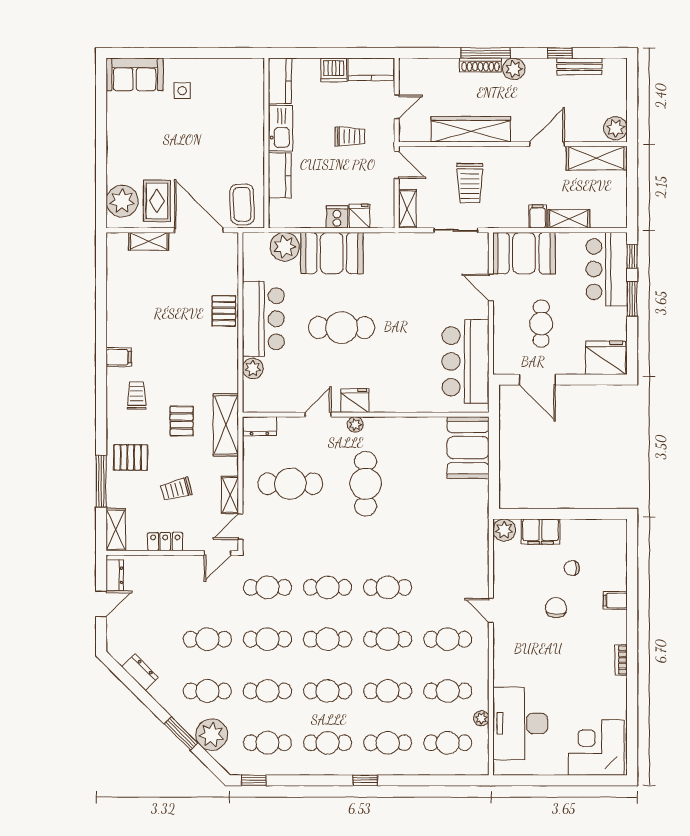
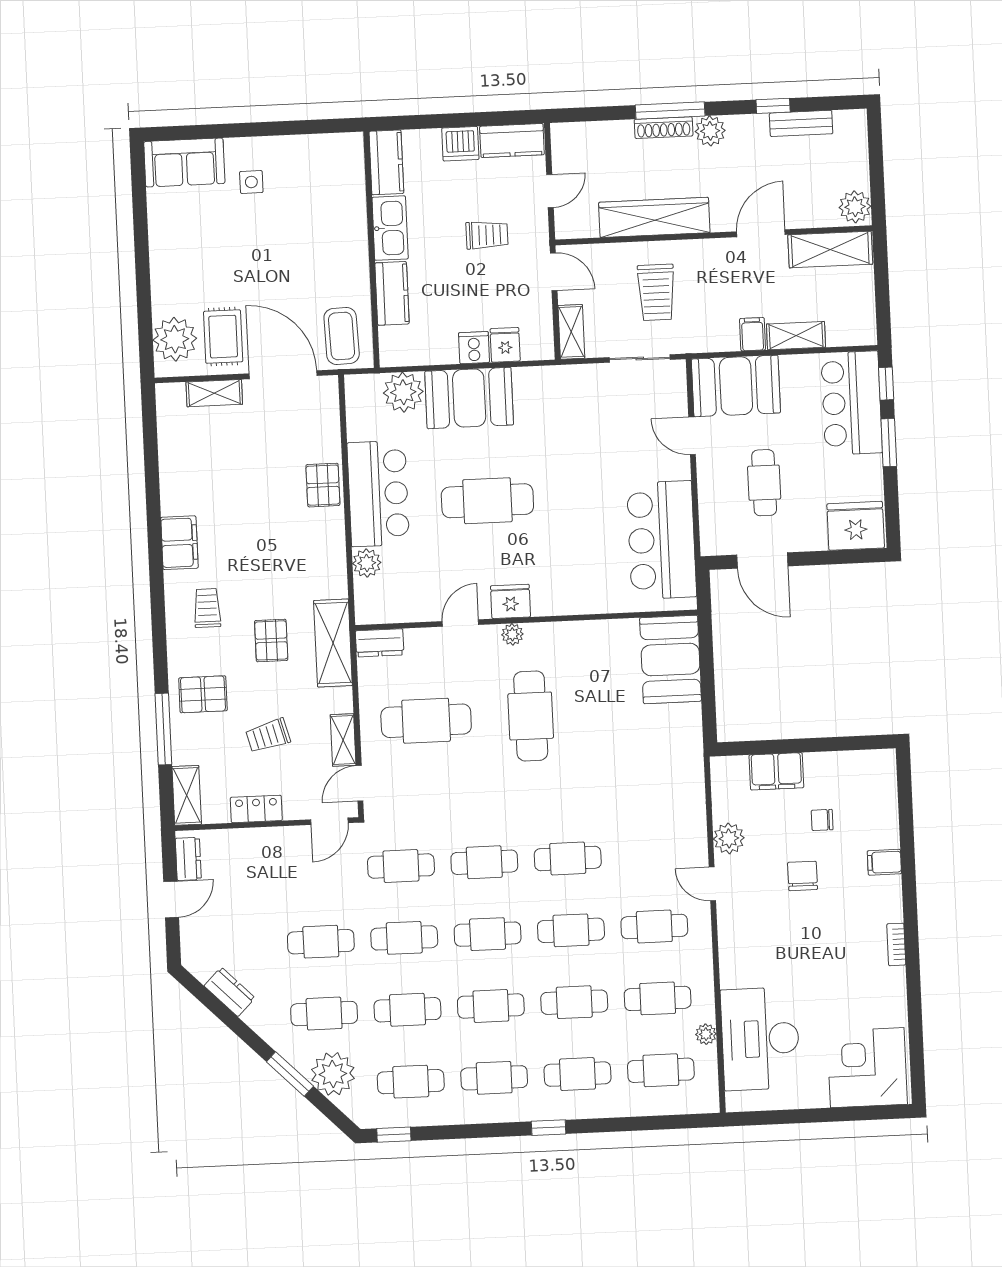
filing cabinet: (119, 357) -> (179, 543), width x2.00
plant: (504, 530) -> (729, 838), moved

